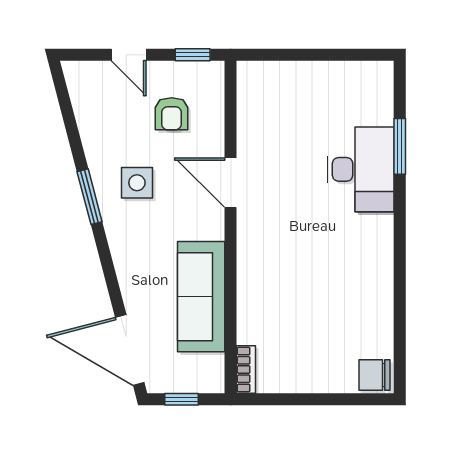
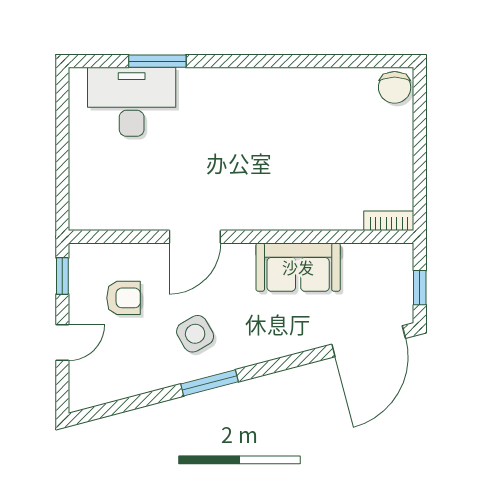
desk: (361, 169) -> (132, 102), moved
side table: (137, 183) -> (195, 334), turned -30
sofa: (201, 297) -> (298, 267), width x0.73

